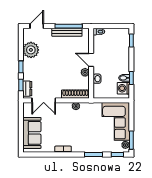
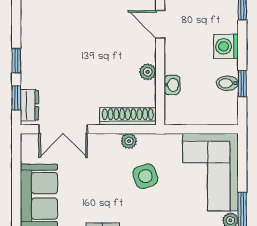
plant: (31, 50) -> (37, 26), removed
door: (91, 60) -> (160, 24), moved
washing machine: (123, 88) -> (226, 46), moved
side table: (84, 123) -> (145, 176), added

